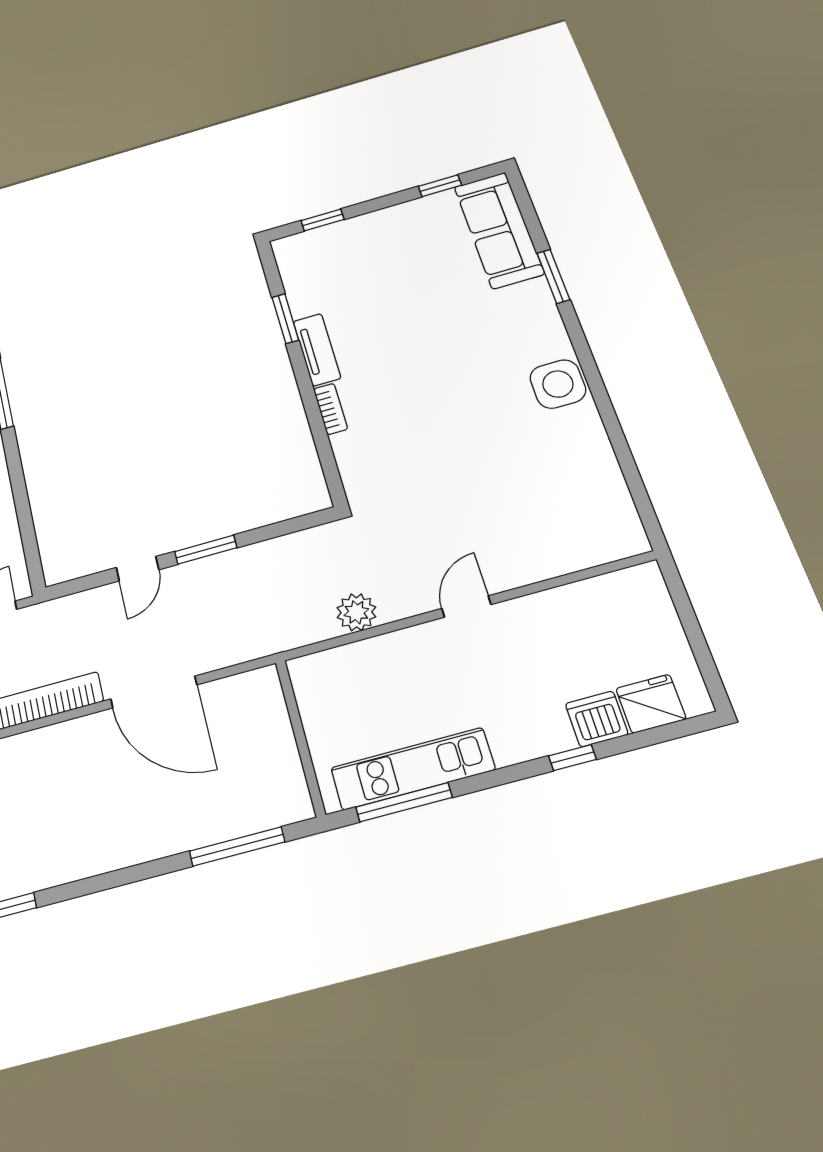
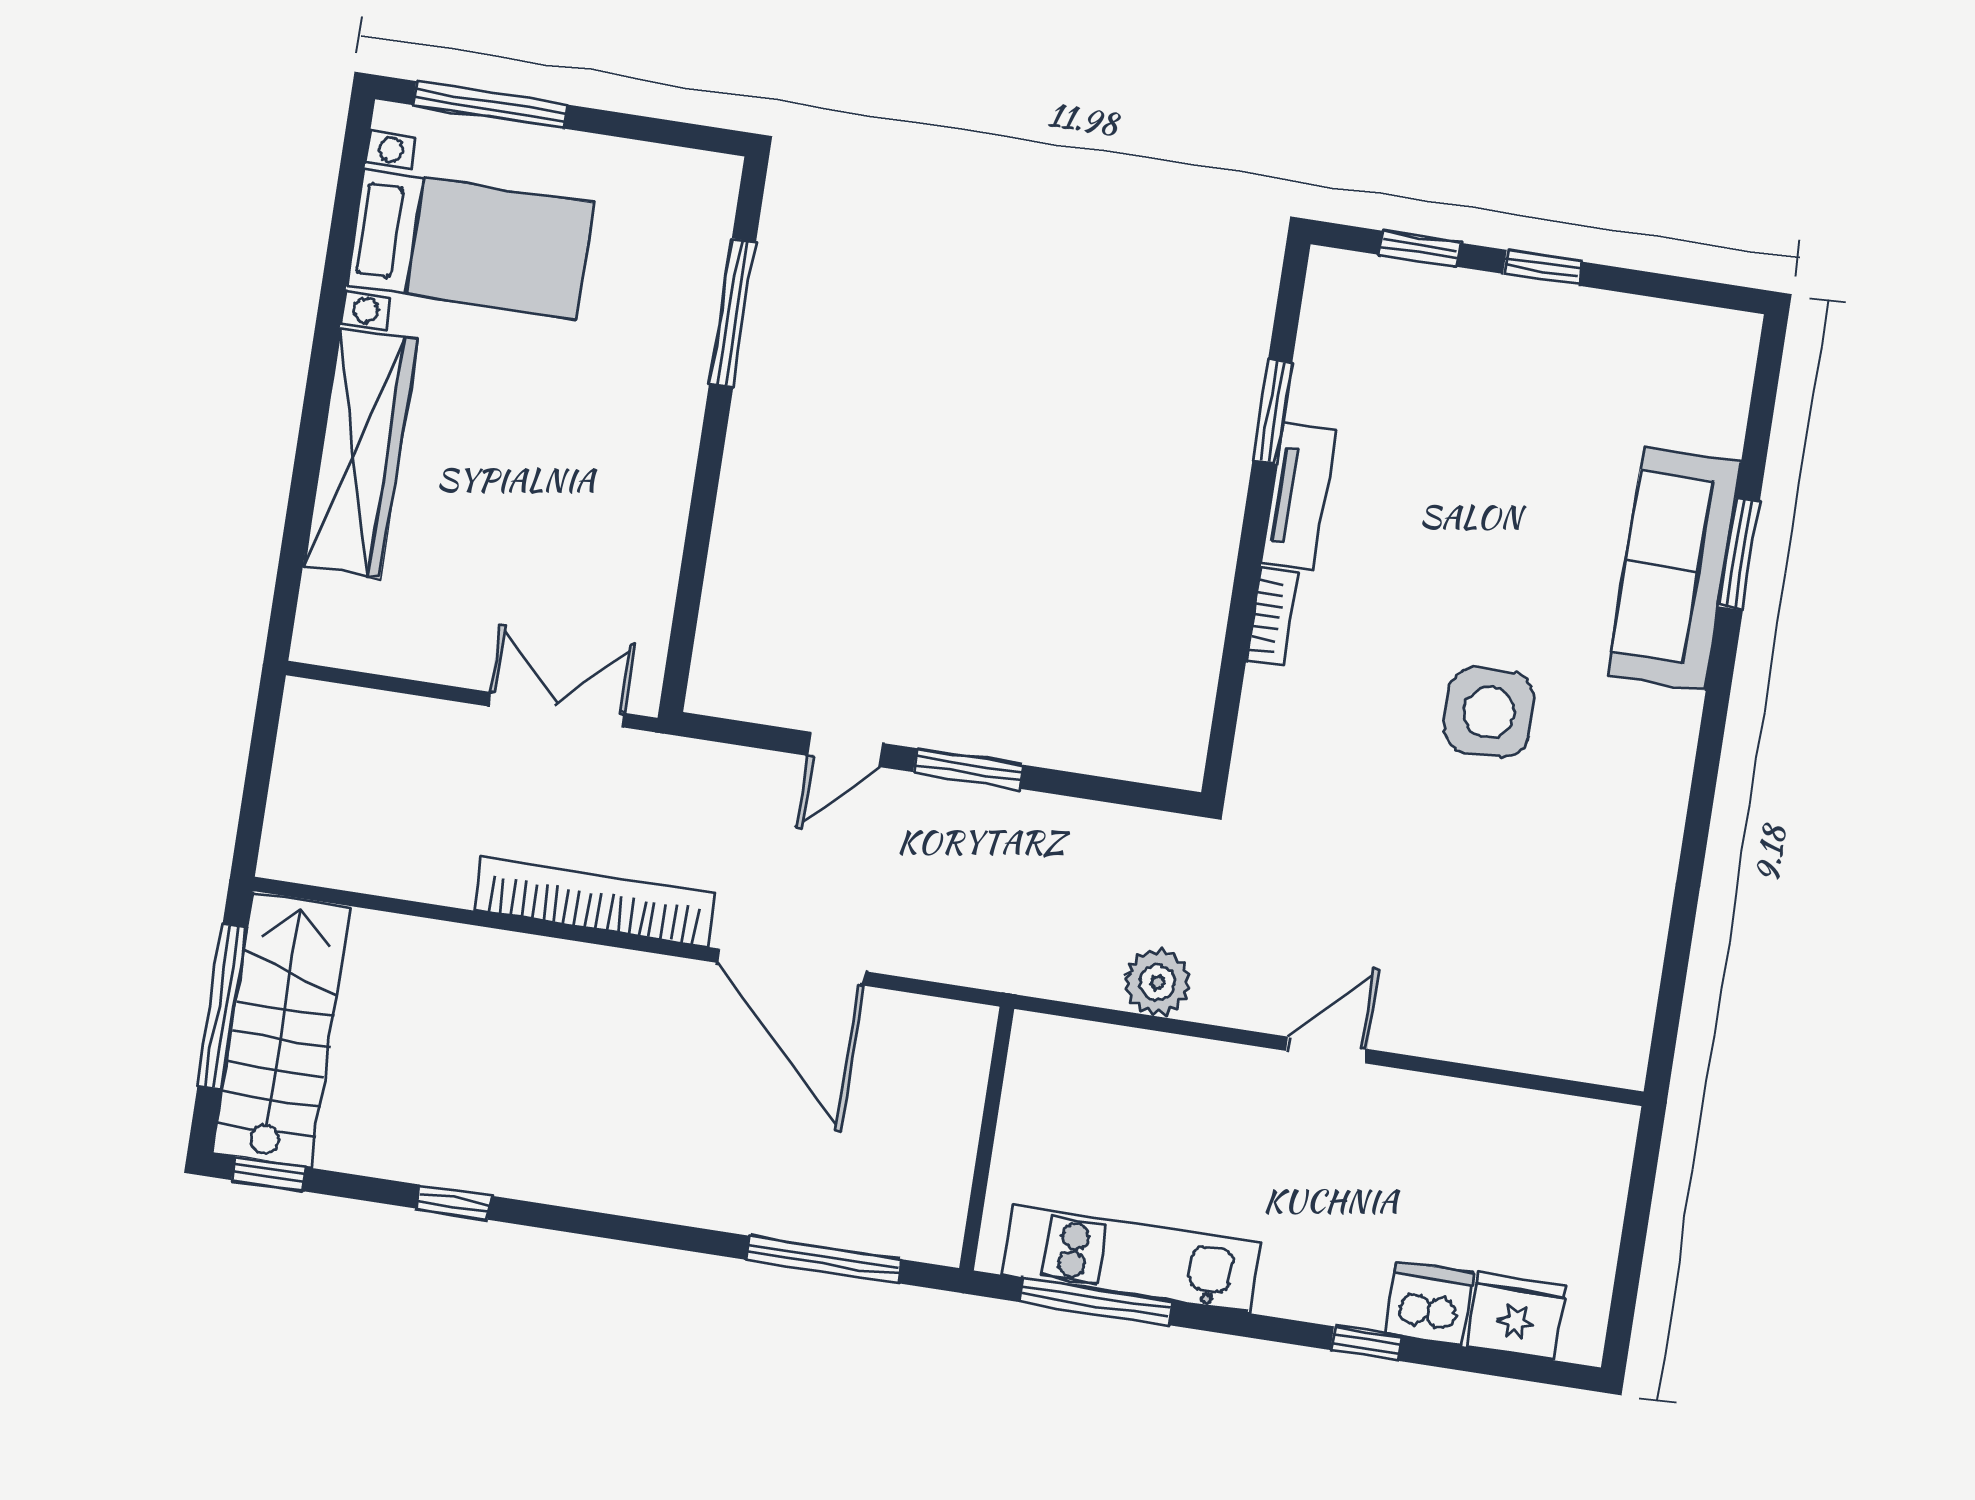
window: (440, 186) -> (1543, 268), moved
sofa: (499, 230) -> (1675, 569), moved
side table: (558, 384) -> (1489, 712), moved

